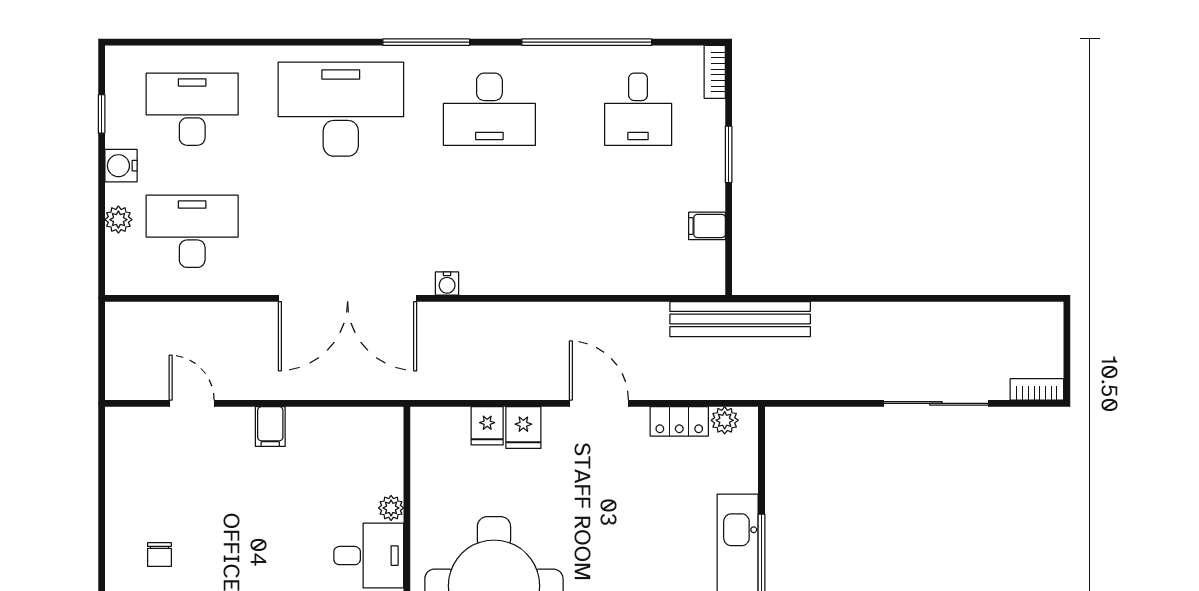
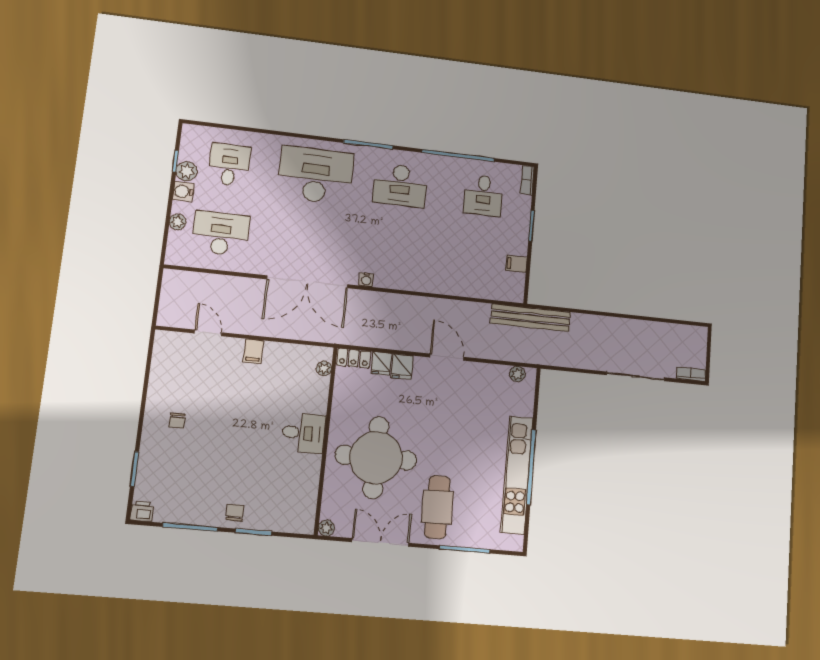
desk: (192, 109) -> (229, 165), width x0.73
plant: (122, 130) -> (187, 171), added
locker: (679, 421) -> (354, 358), moved
plant: (391, 508) -> (324, 368), moved

